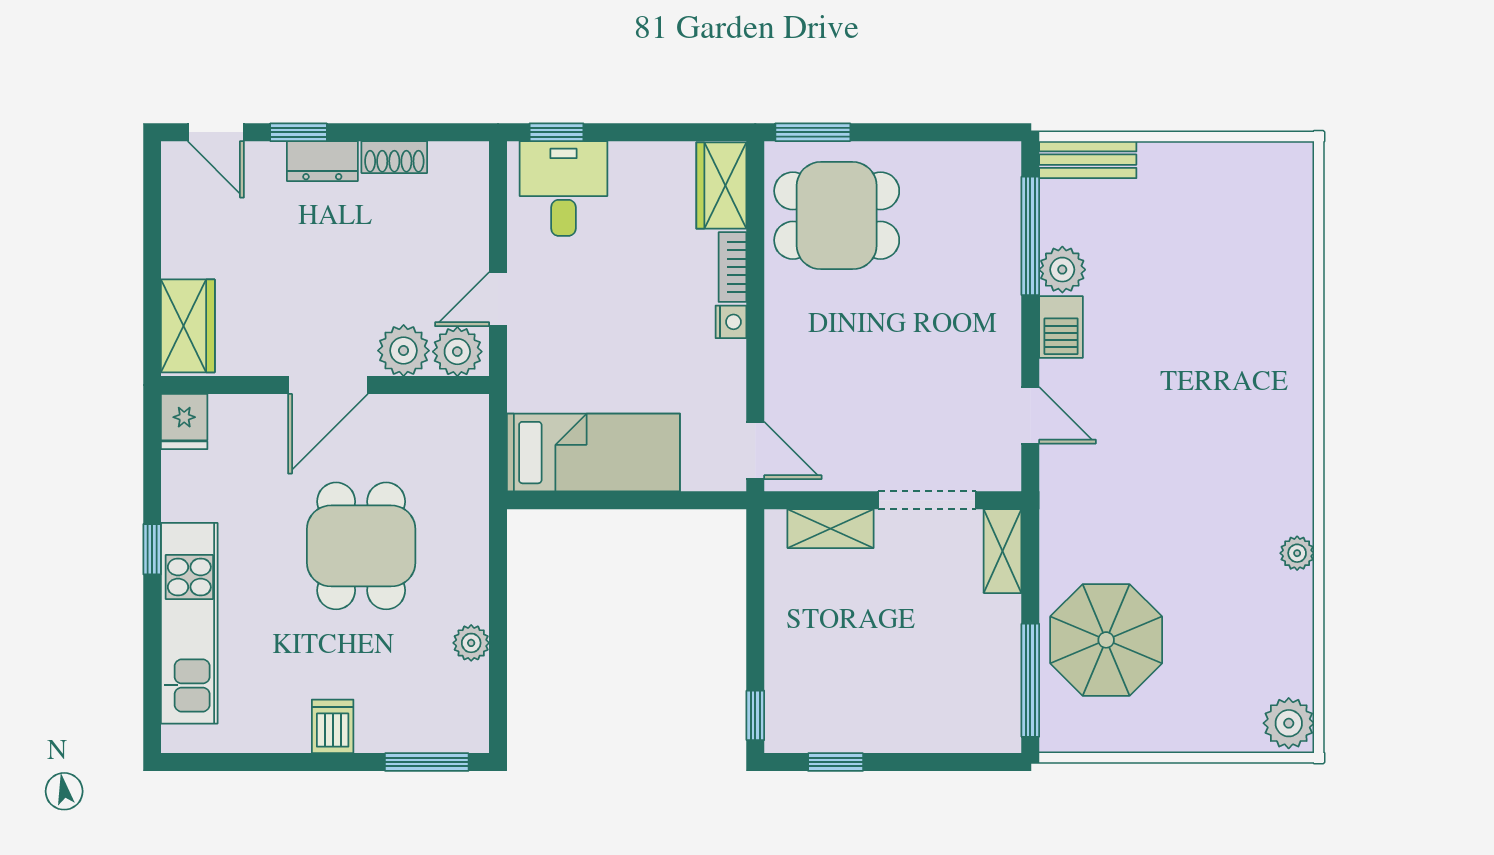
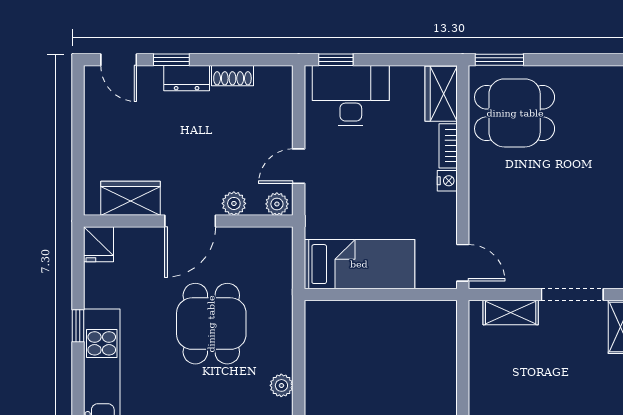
desk: (563, 188) -> (351, 96), width x1.37
wardrobe: (188, 326) -> (130, 198), moved, turned -90
plant: (404, 351) -> (234, 203), width x0.73, depth x0.73
plant: (457, 352) -> (277, 204), width x0.73, depth x0.73

